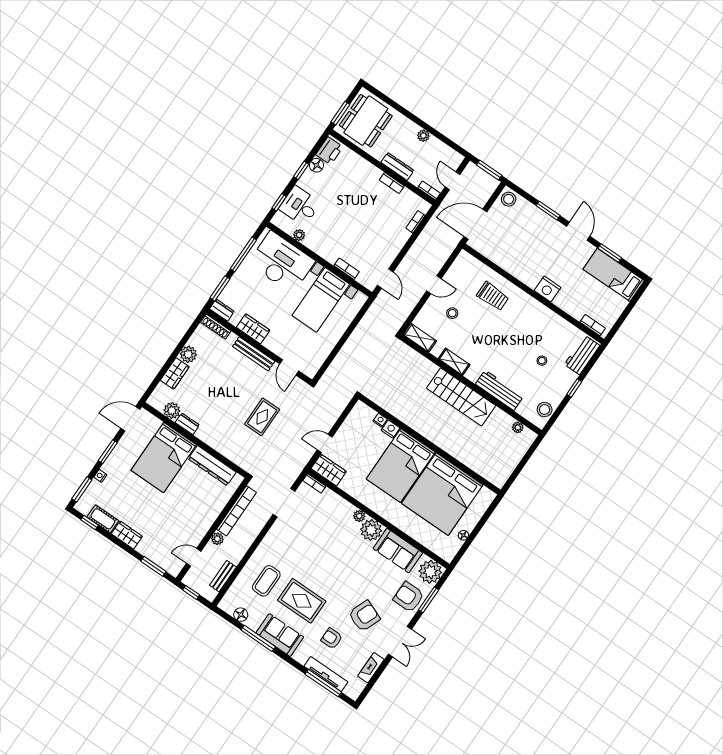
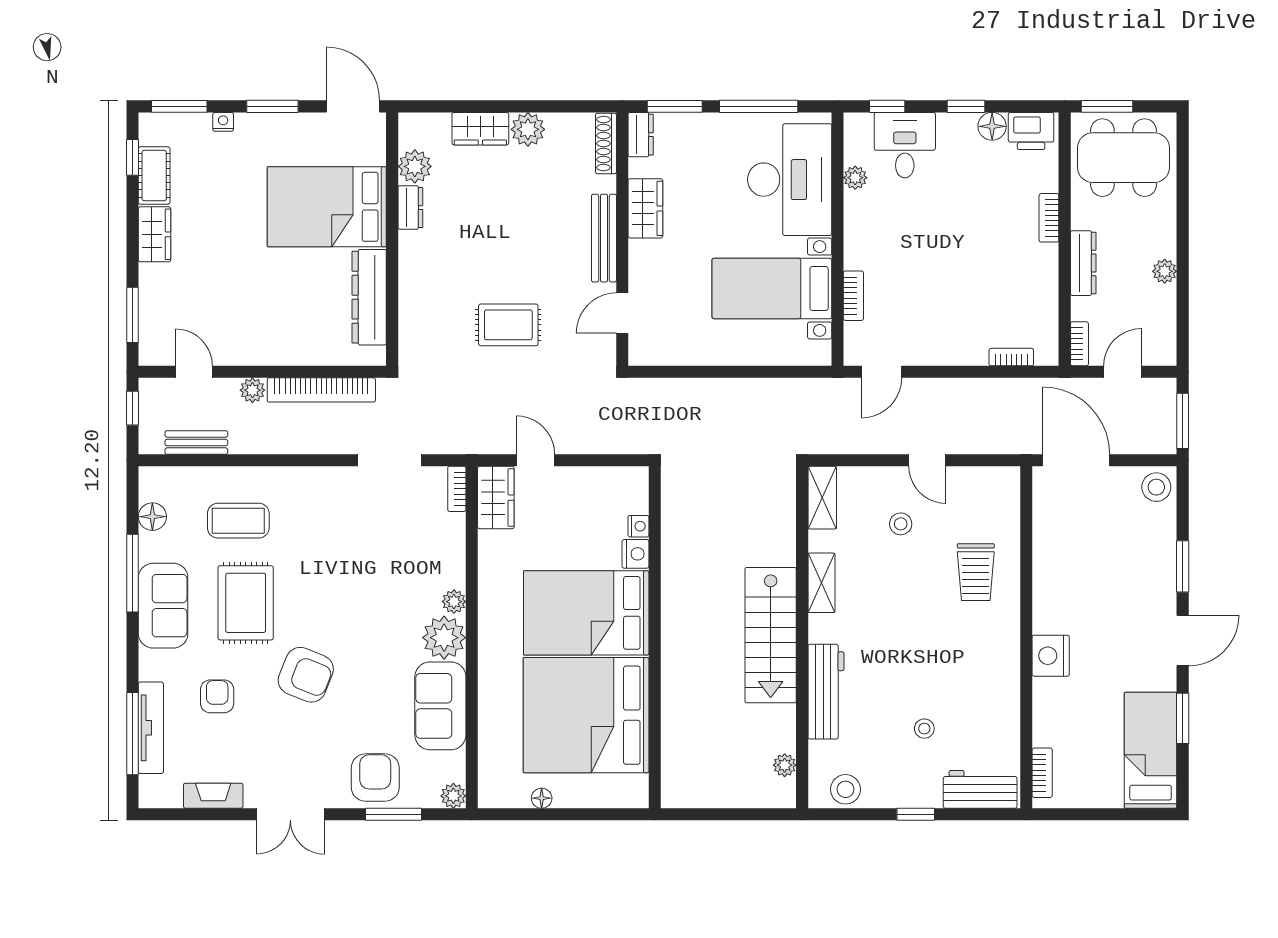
bookcase: (392, 183) -> (1049, 218), moved
plant: (430, 572) -> (453, 796), width x0.53, depth x0.53
armchair: (364, 616) -> (306, 675), moved

